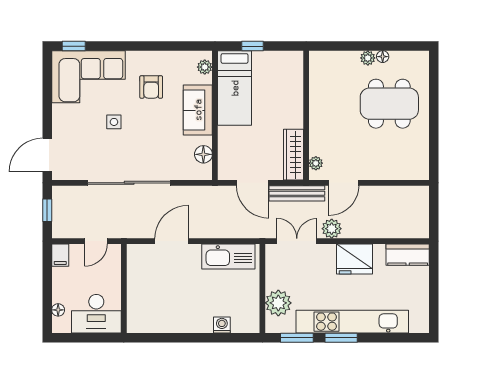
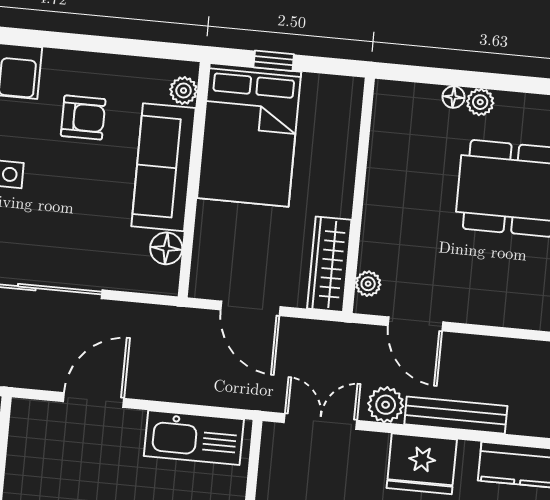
floor lamp: (383, 57) -> (453, 97), moved
armchair: (151, 87) -> (83, 118), turned -90
bed: (235, 88) -> (249, 135), width x1.50
sofa: (198, 110) -> (164, 167), width x1.36
door: (344, 183) -> (415, 324), hinge flipped
bench: (297, 193) -> (456, 415), moved

